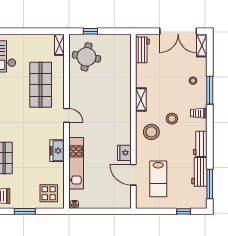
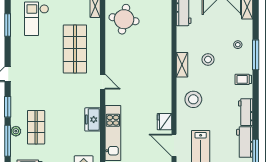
stool: (172, 119) -> (208, 60), moved

